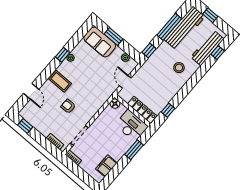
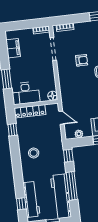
stool: (179, 68) -> (34, 153), moved

